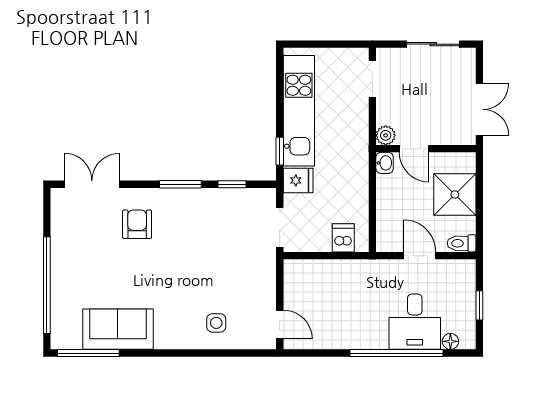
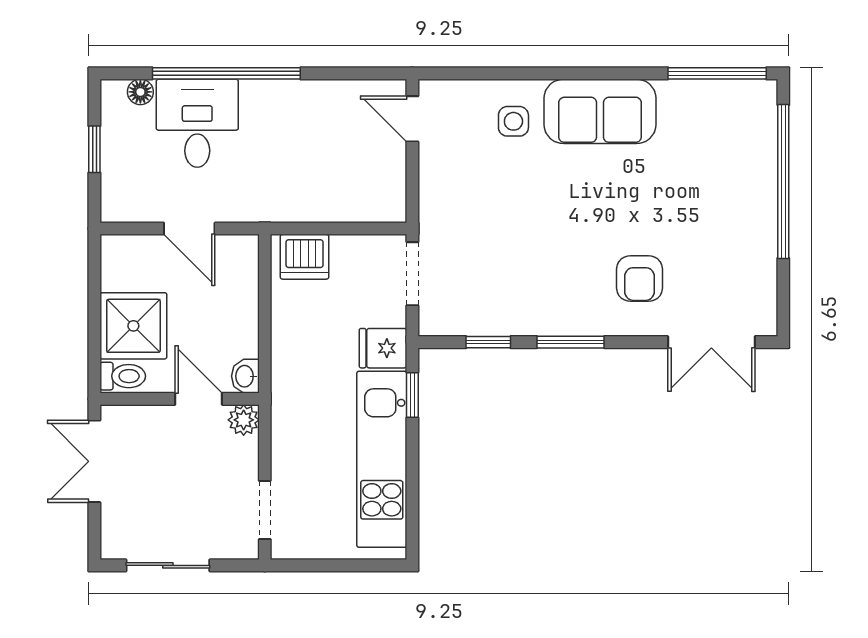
dishwasher: (343, 238) -> (305, 257), width x1.38
toilet: (462, 243) -> (123, 376), moved
sofa: (118, 329) -> (600, 111), moved

